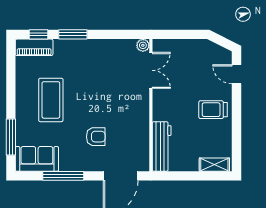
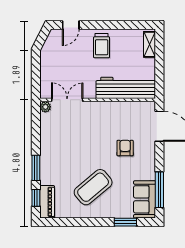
coffee table: (51, 100) -> (93, 187), turned -40
window: (11, 137) -> (125, 222), width x0.69
workbench: (162, 146) -> (126, 88), width x1.36, depth x1.32
window: (63, 176) -> (159, 190), moved

